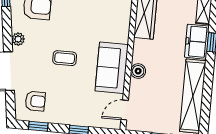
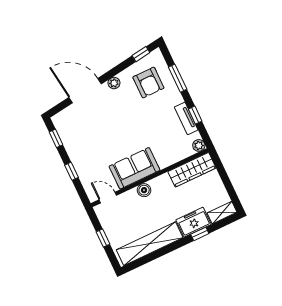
coffee table: (65, 58) -> (120, 128), removed
armchair: (35, 101) -> (74, 125), removed

